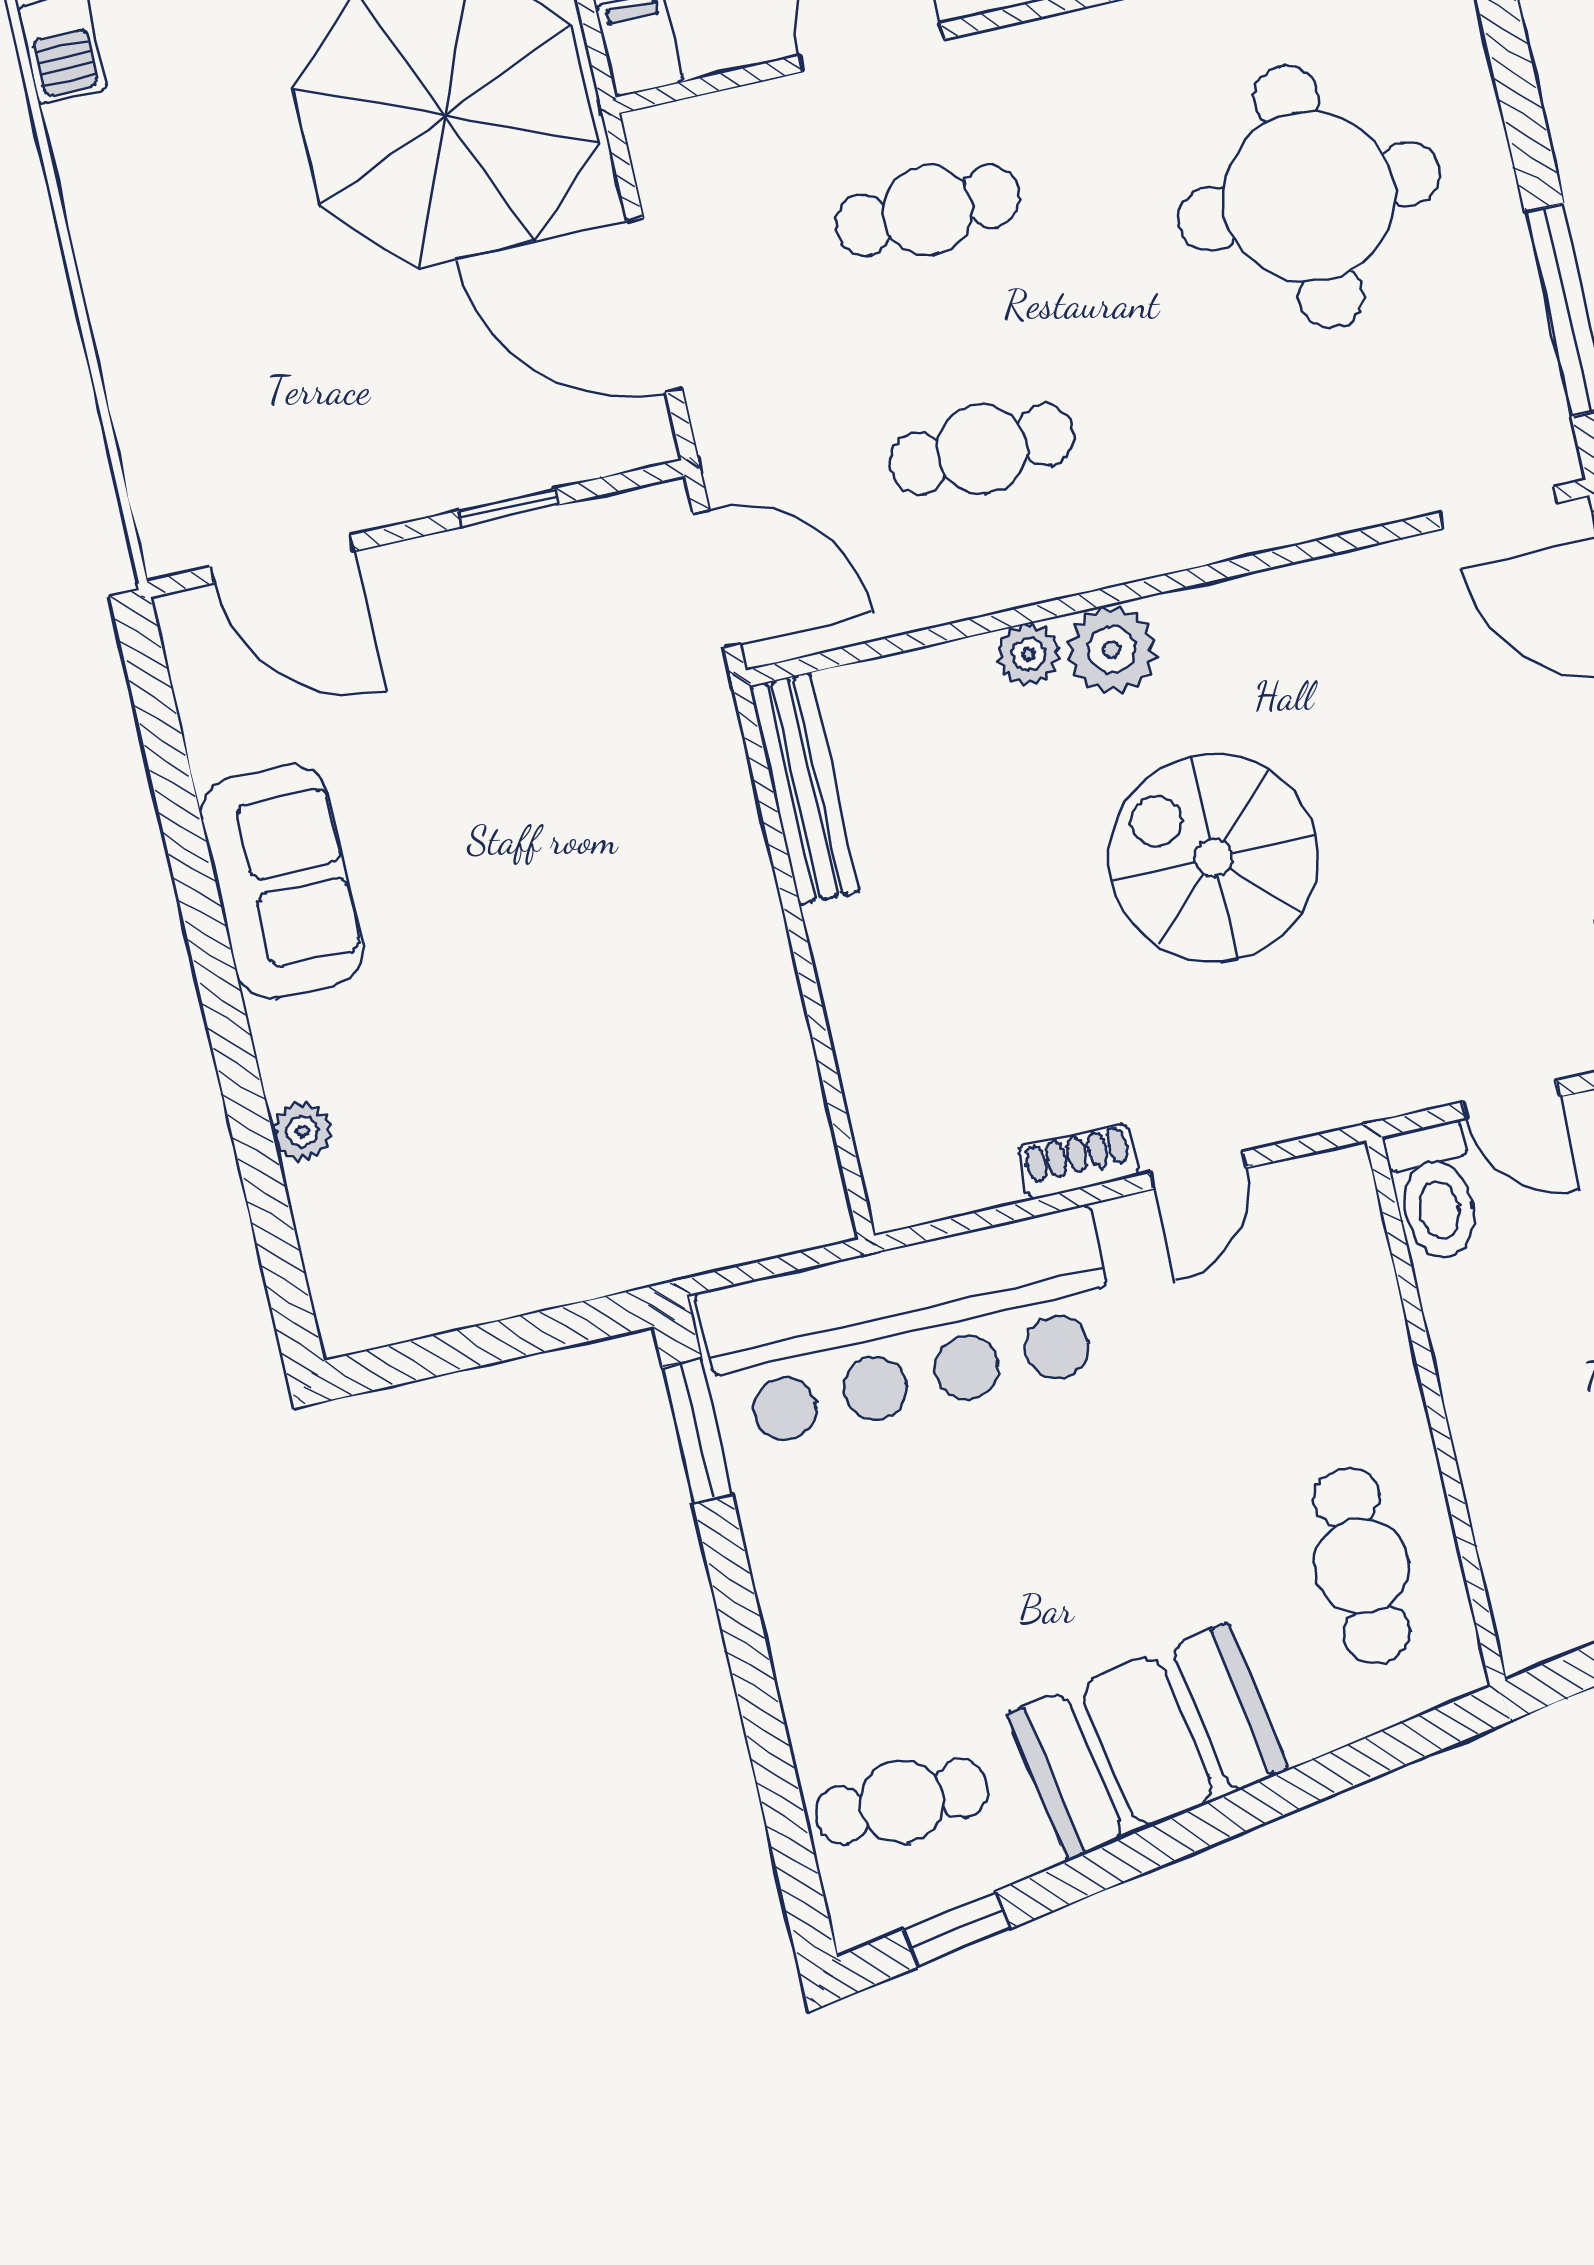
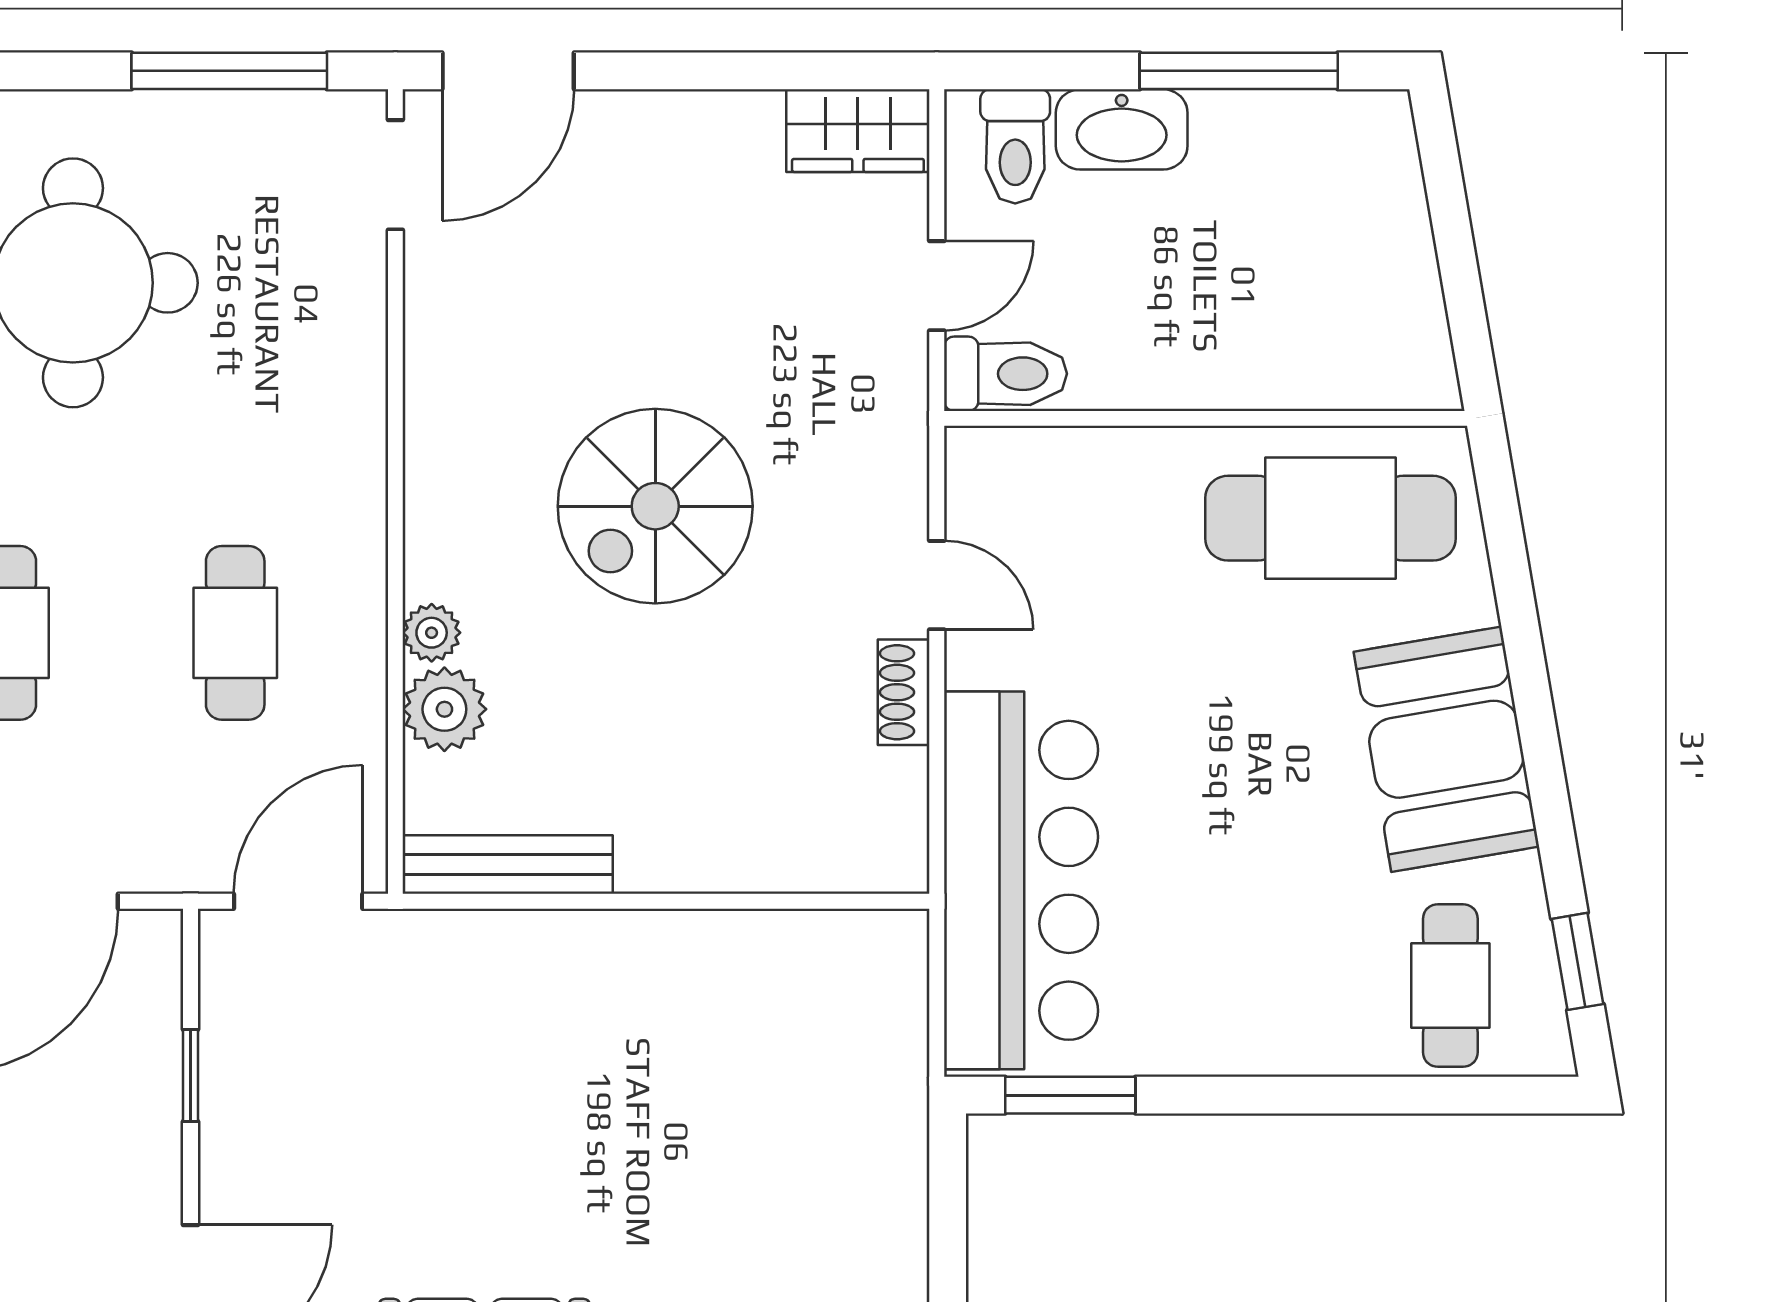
plant: (1112, 649) -> (444, 709), moved
cafe table: (1362, 1566) -> (1331, 518), width x1.37, depth x1.35

